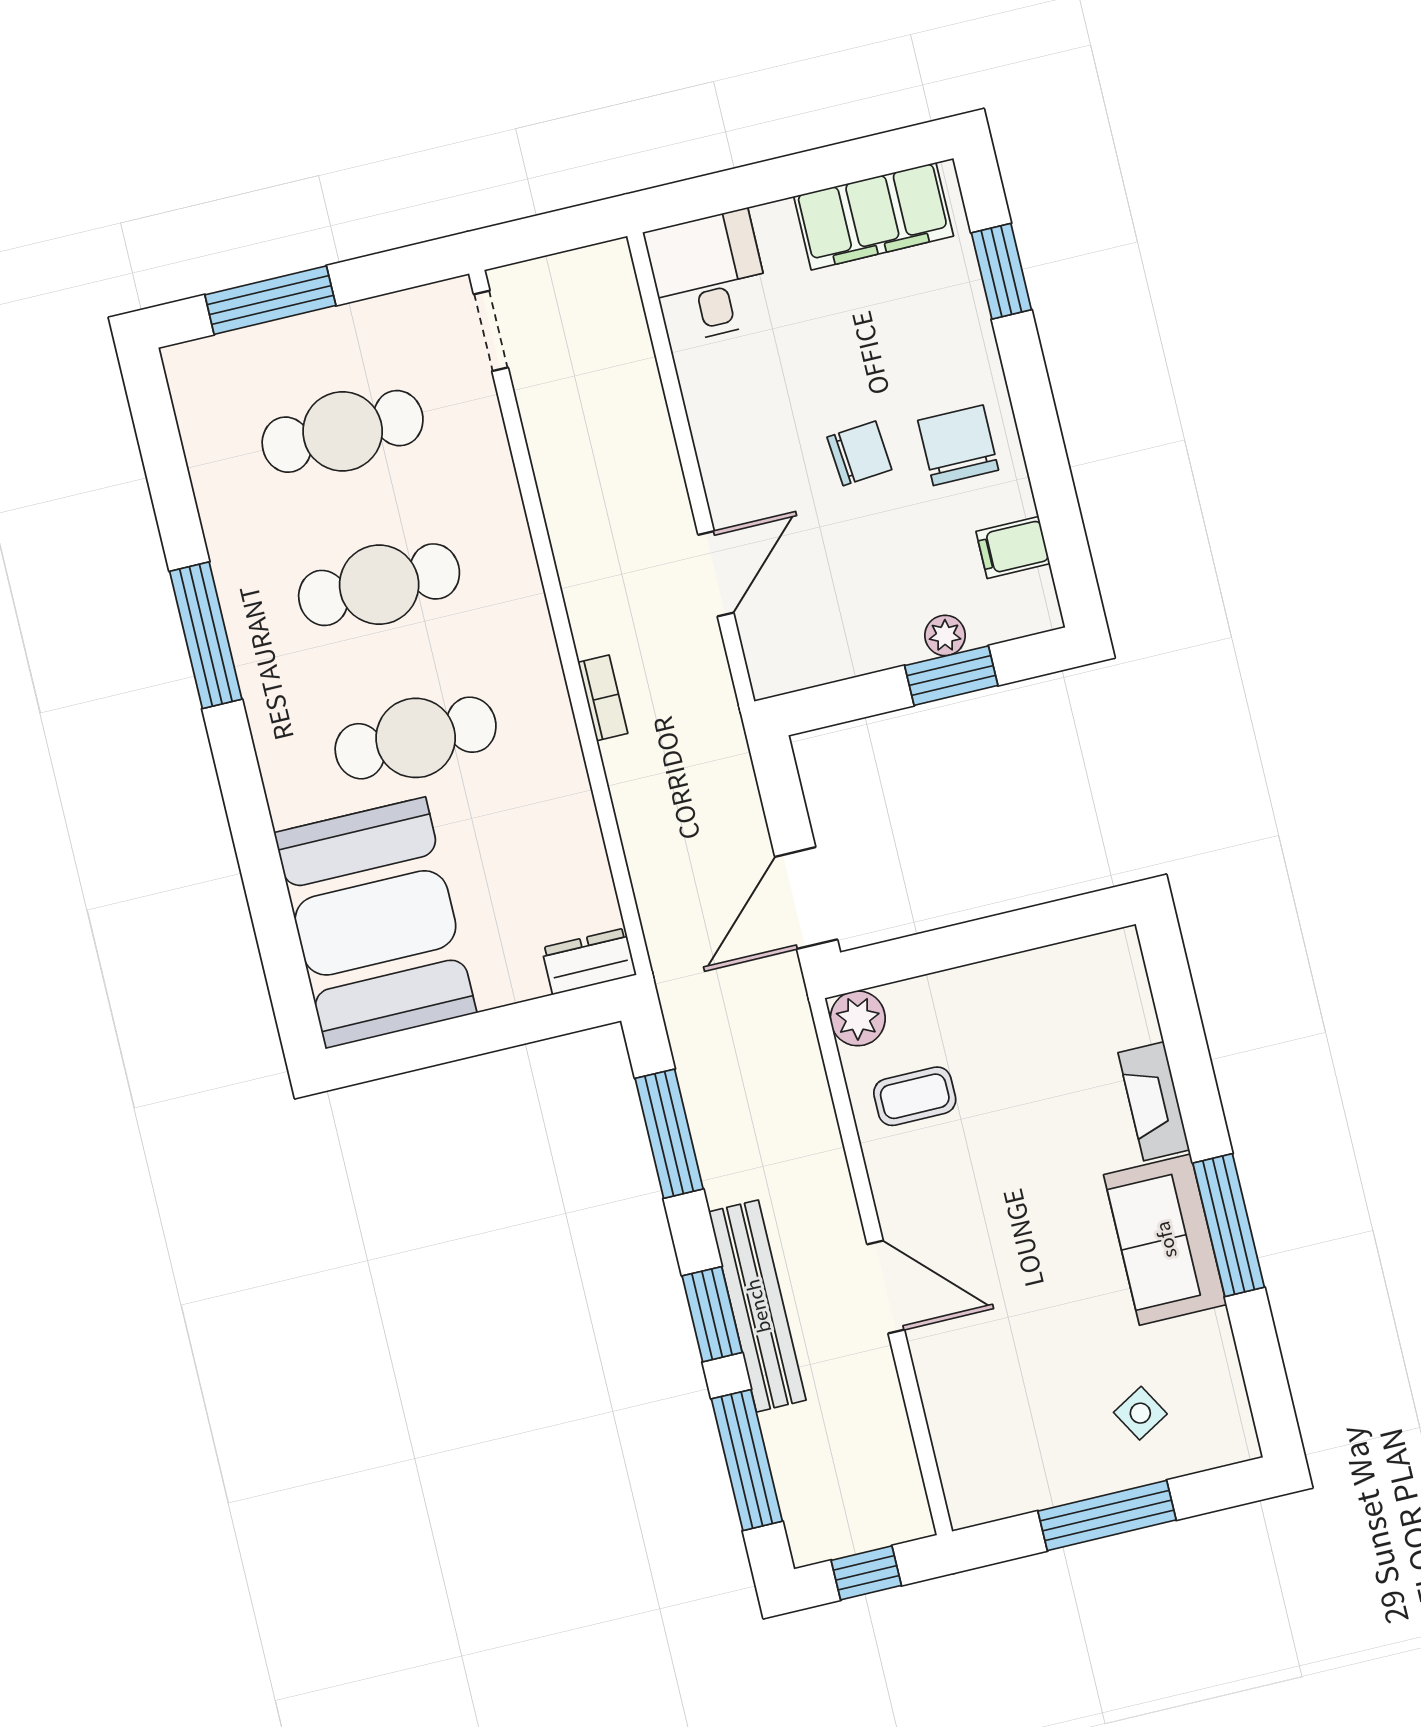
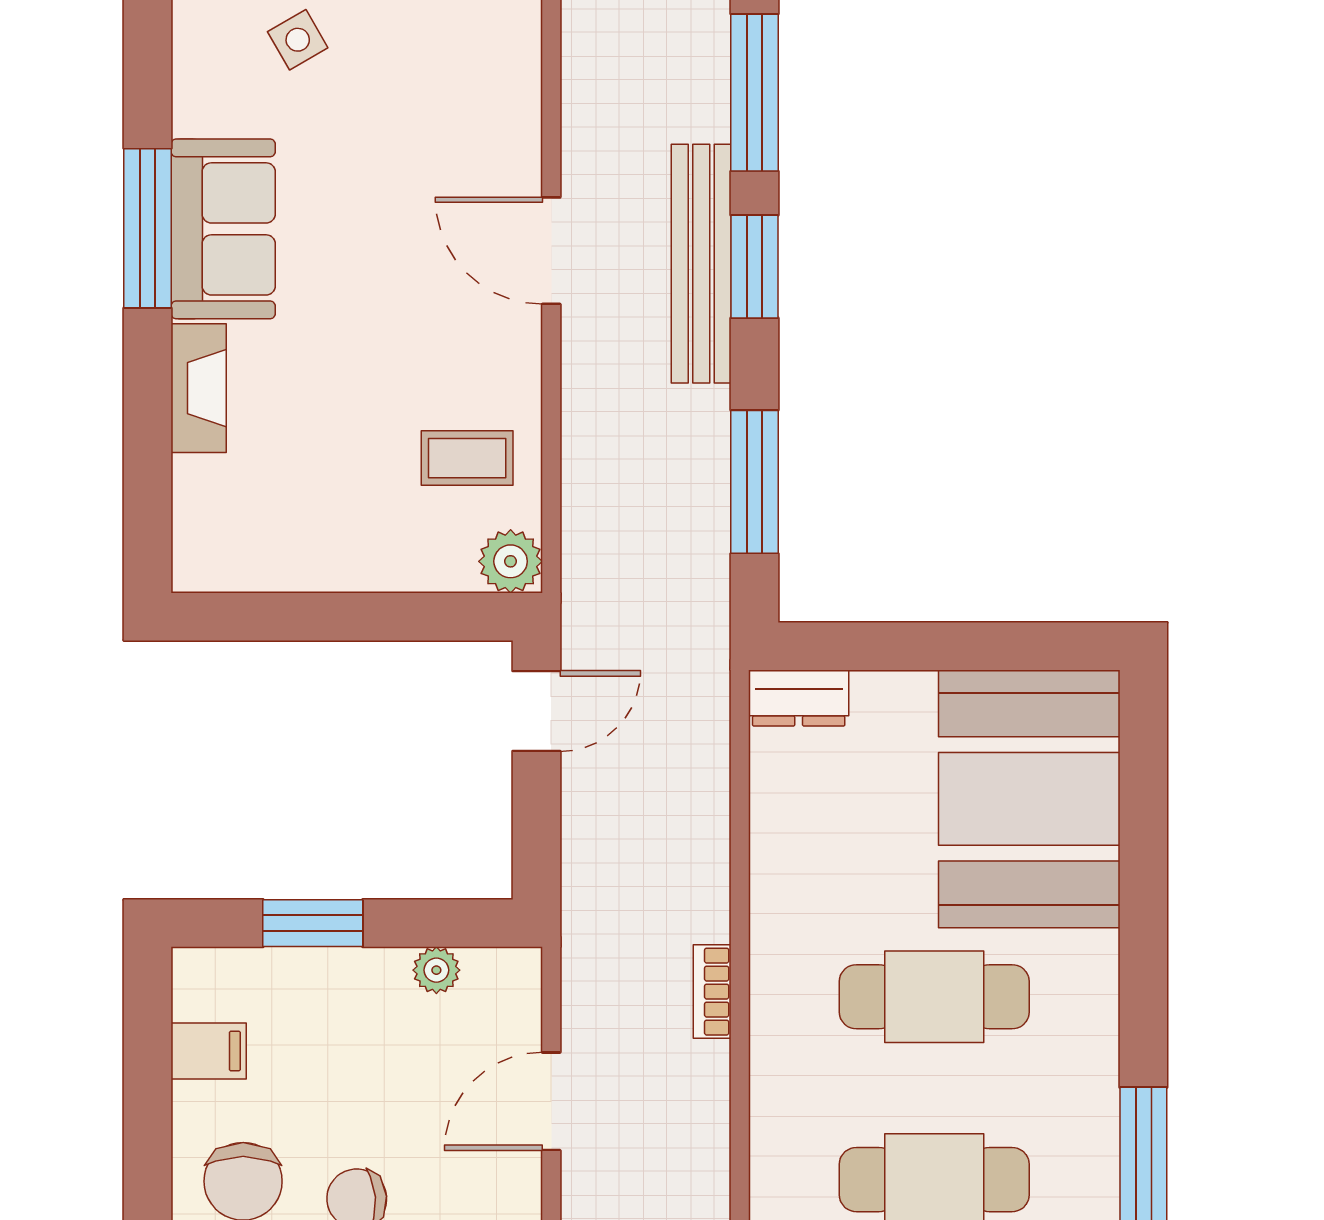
plant: (945, 635) -> (436, 970), moved
door: (806, 898) -> (536, 711), width x0.73

